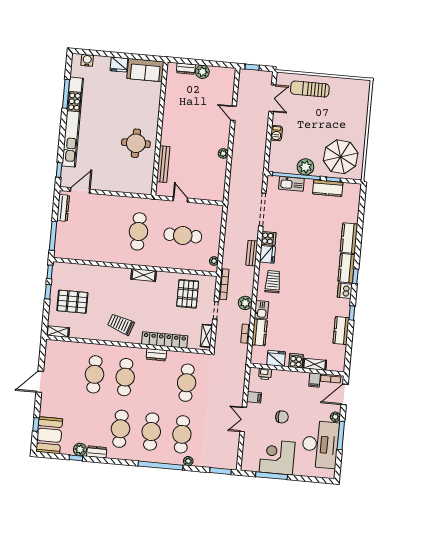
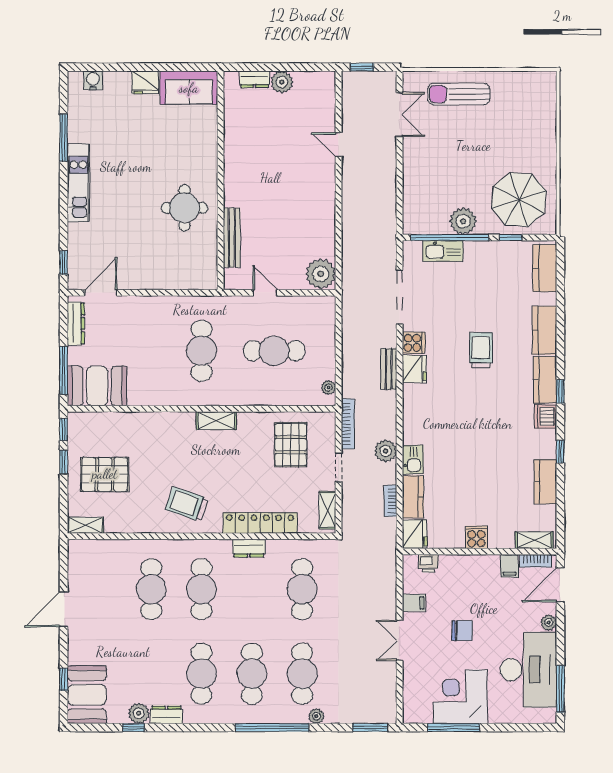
kitchen unit: (73, 122) -> (78, 183), width x0.54
barbecue: (276, 133) -> (411, 171), removed
plant: (223, 153) -> (321, 274), moved, width x1.87, depth x1.87
kitchen counter: (328, 188) -> (545, 268), moved, turned 90
booth: (73, 247) -> (97, 386), added
trolley: (273, 282) -> (481, 350), moved
fridge: (276, 358) -> (415, 534), moved, turned 90
shelving: (315, 364) -> (534, 540), moved
window: (341, 435) -> (560, 689), moved

